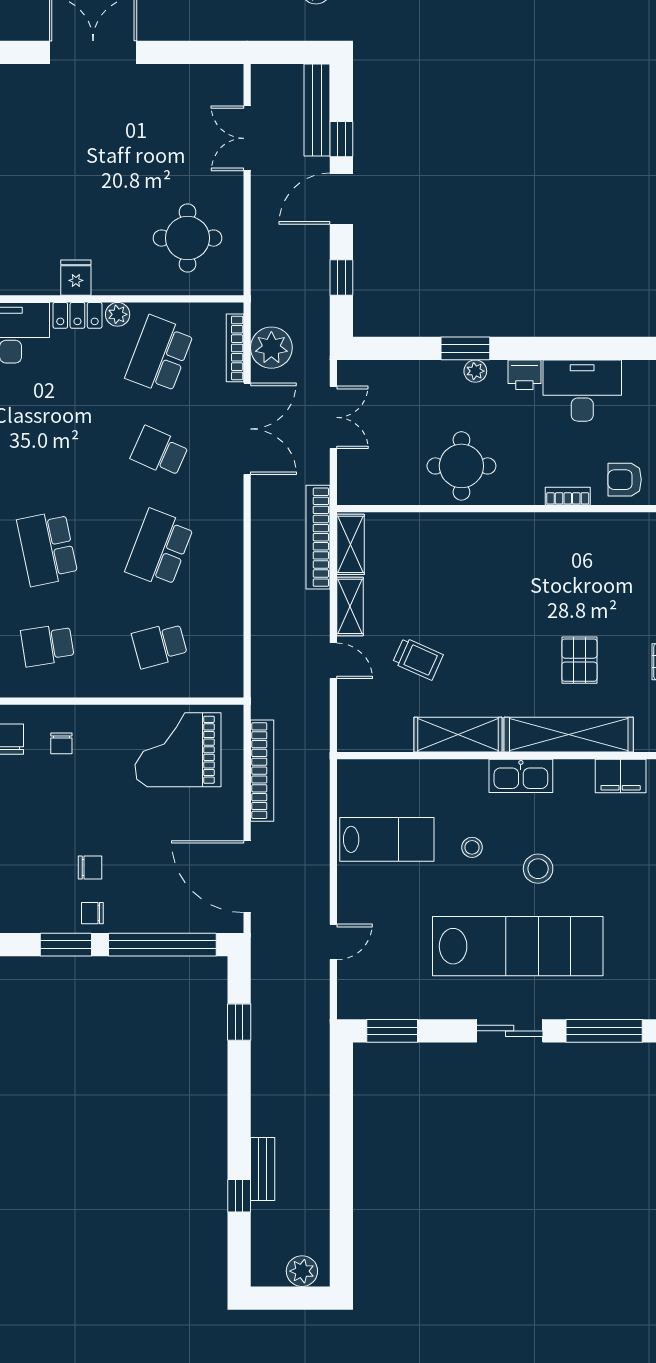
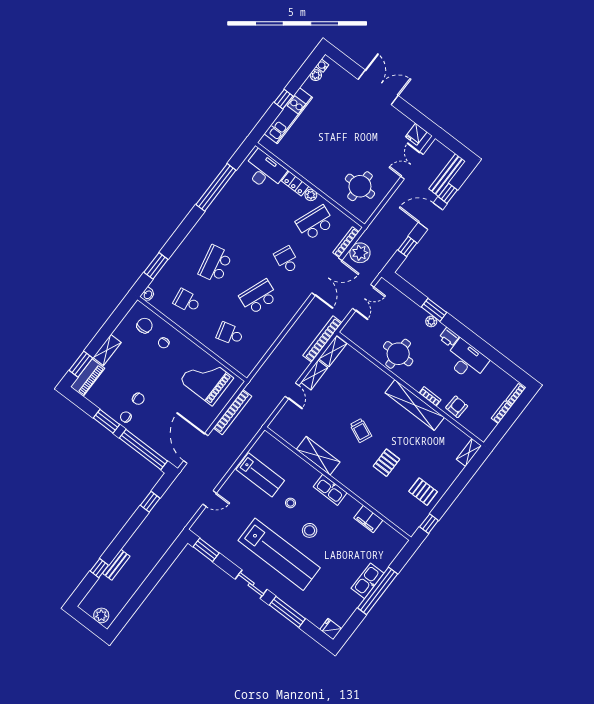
fridge: (76, 278) -> (416, 134), moved, turned 180
armchair: (625, 480) -> (457, 407), turned 93
trolley: (418, 659) -> (361, 430), moved
shelving: (569, 735) -> (415, 405), moved

